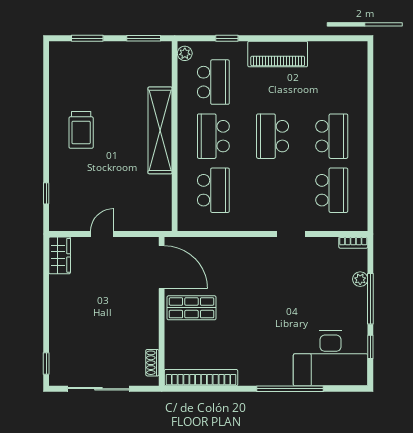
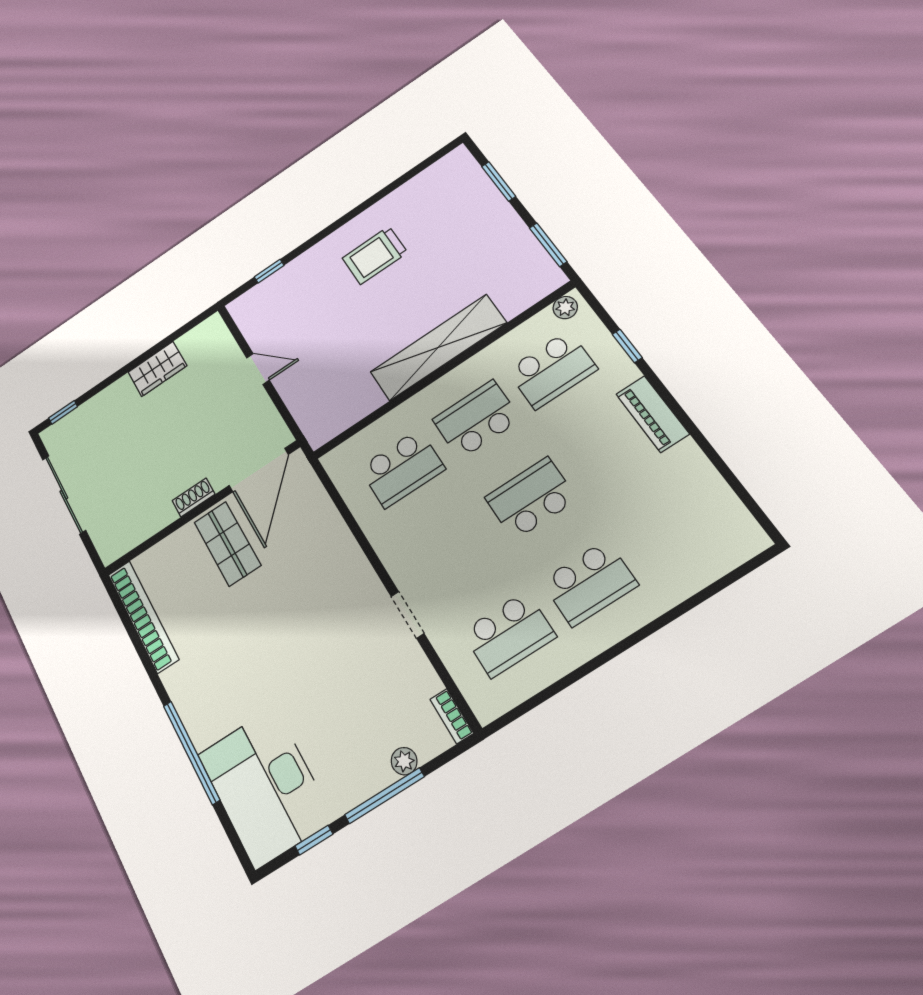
piano: (278, 54) -> (652, 414), width x0.73, depth x0.75
wardrobe: (60, 255) -> (157, 369), moved
shoe rack: (152, 363) -> (194, 497), moved

